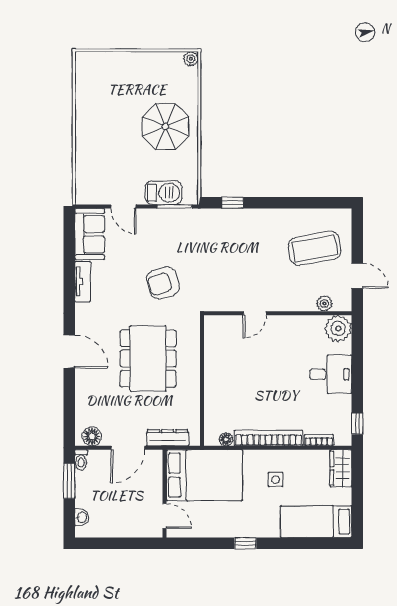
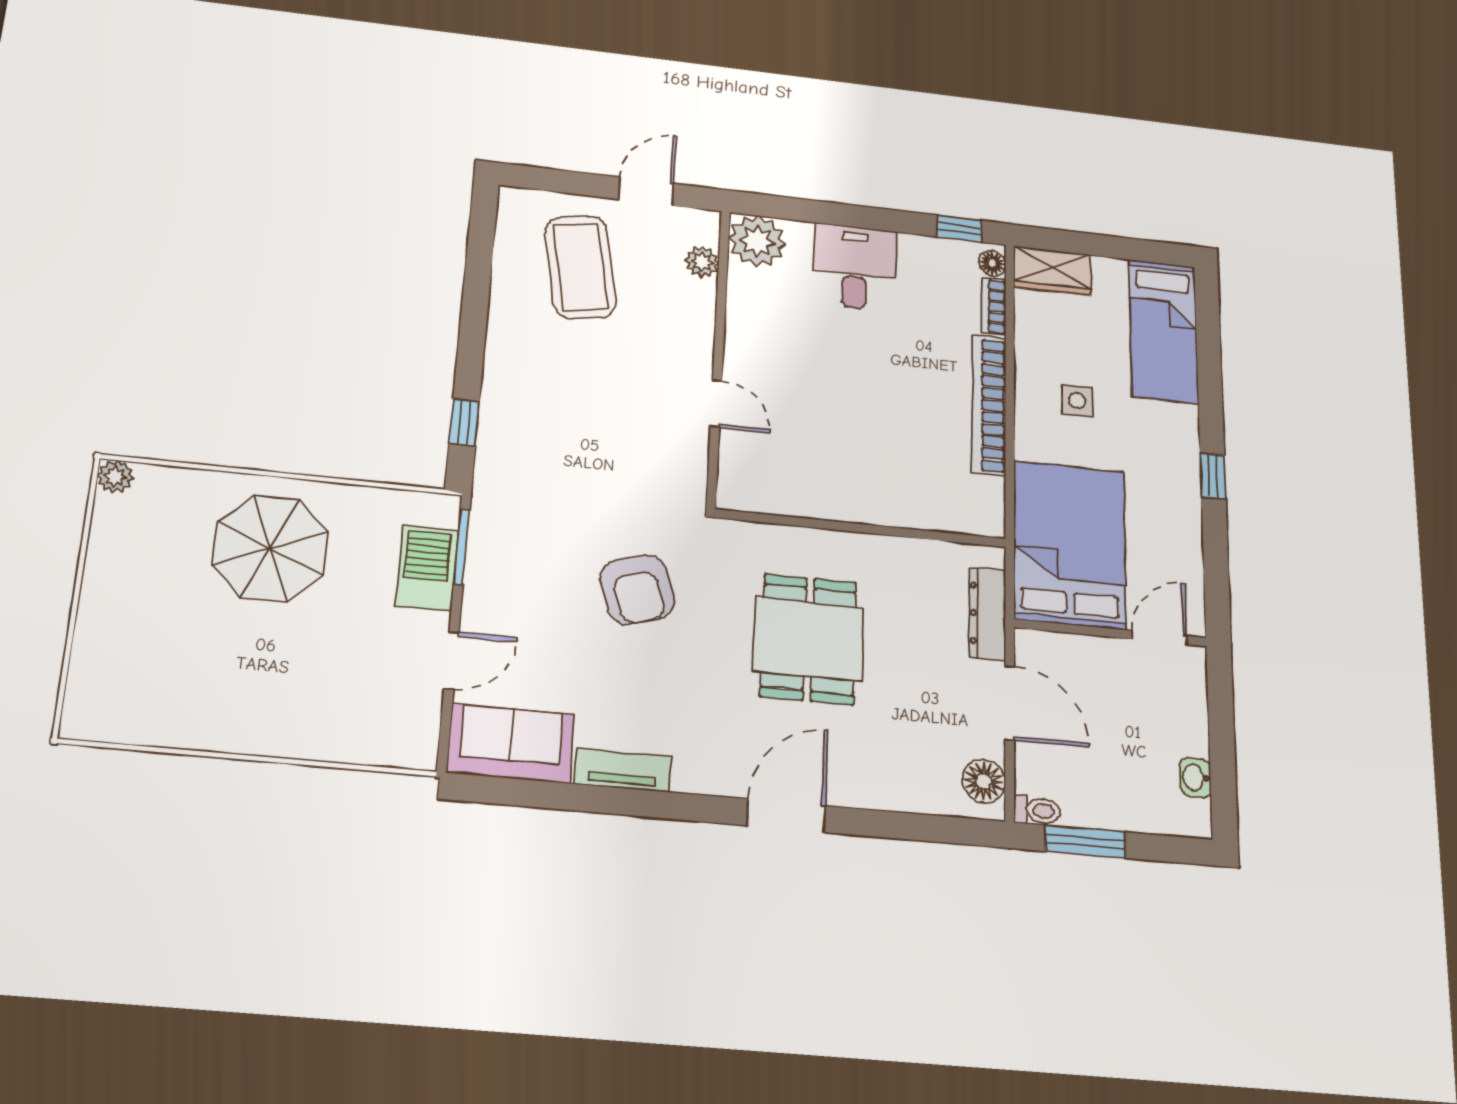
dining table: (148, 358) -> (809, 639), width x0.73
floor lamp: (226, 439) -> (992, 263), moved
washbasin: (82, 517) -> (1195, 778), moved, turned -90

